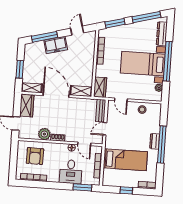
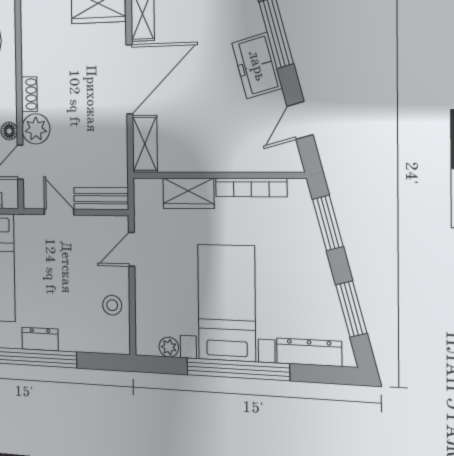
window: (146, 17) -> (351, 309), width x0.69
door: (77, 31) -> (300, 120), swing flipped
wardrobe: (100, 87) -> (188, 193), moved
plant: (44, 134) -> (36, 129), moved

